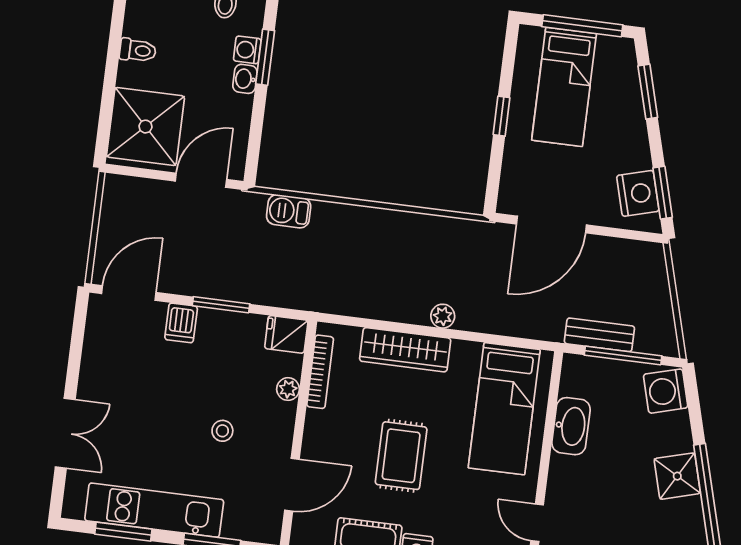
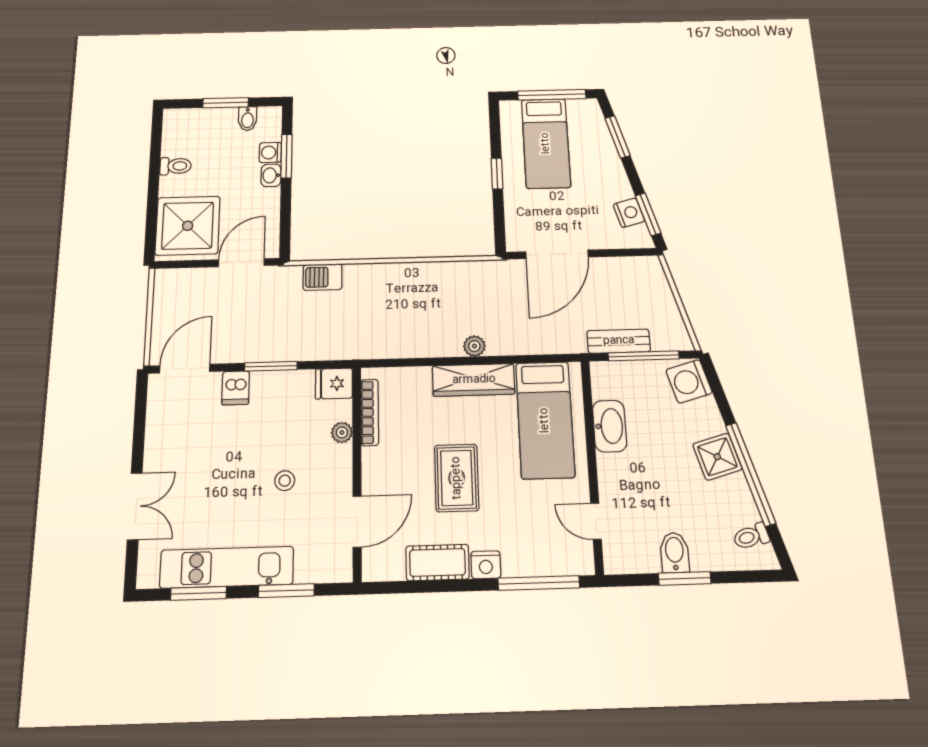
nightstand: (638, 193) -> (629, 213), width x0.74, depth x0.75
wardrobe: (405, 350) -> (474, 380), moved

